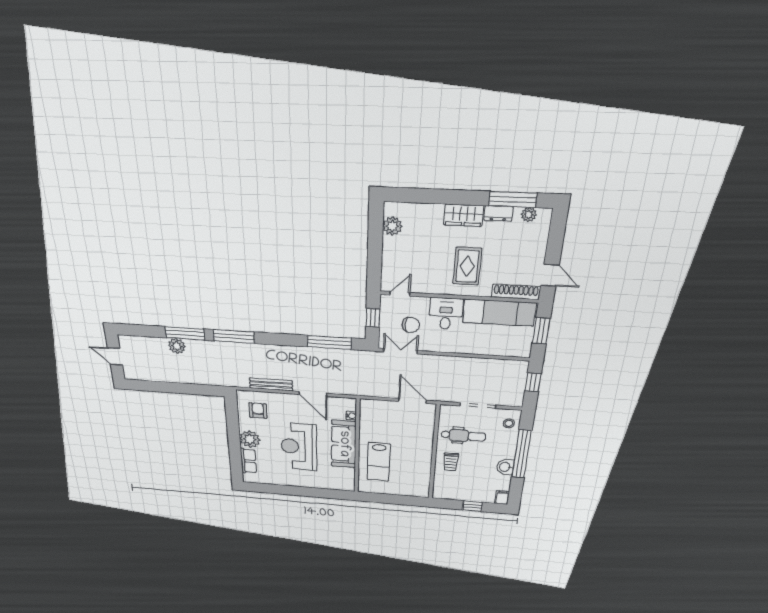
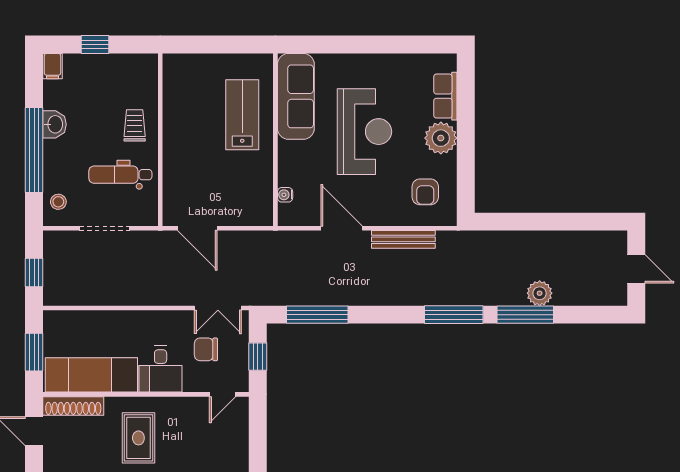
sofa: (344, 444) -> (296, 96), moved

